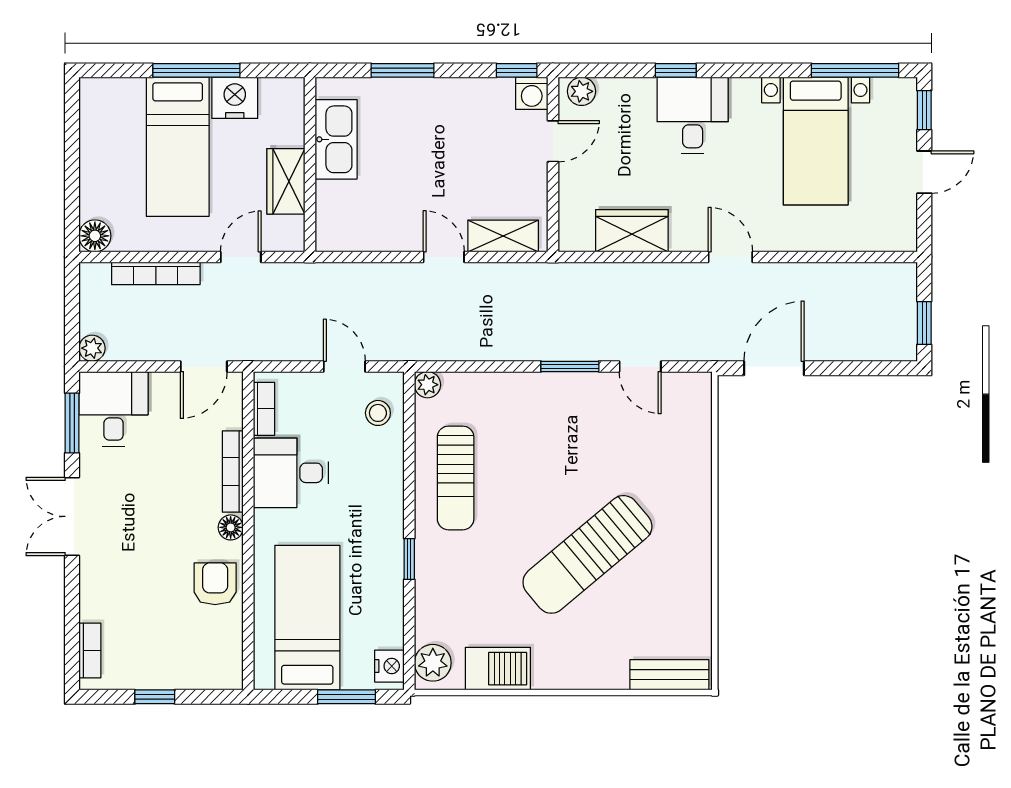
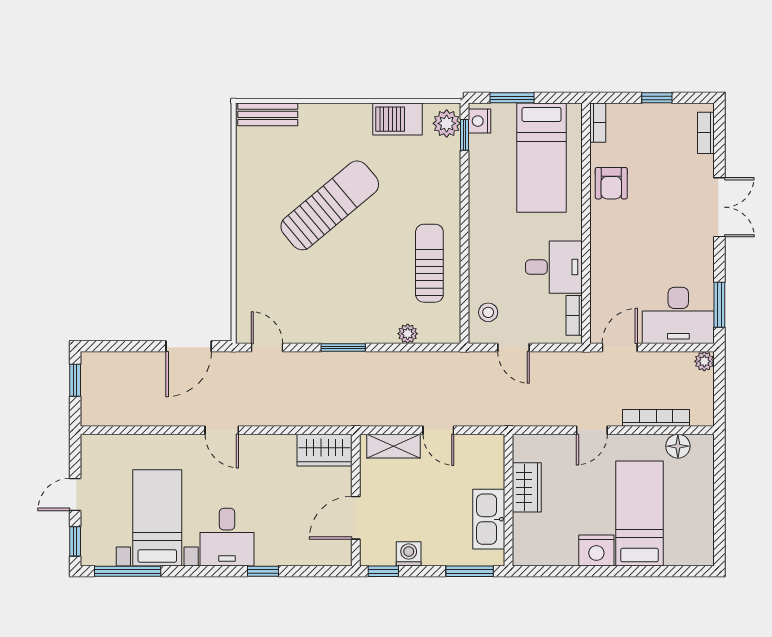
window: (196, 70) -> (625, 571), removed
plant: (582, 91) -> (334, 555), removed
washing machine: (532, 93) -> (409, 554), moved
desk: (693, 116) -> (227, 537), moved
kitchen sink: (336, 139) -> (489, 519), moved
door: (553, 141) -> (356, 518), width x1.38
wall: (310, 165) -> (508, 500), moved
wardrobe: (286, 181) -> (527, 487), moved
wardrobe: (632, 231) -> (324, 450), moved
floor lamp: (95, 236) -> (678, 446), moved
door: (640, 366) -> (267, 347), moved
plant: (427, 385) -> (408, 334), moved
desk: (114, 409) -> (678, 315), width x1.37
bookcase: (233, 471) -> (598, 123), moved, width x0.64
double door: (72, 516) -> (719, 207), moved
floor lamp: (231, 527) -> (599, 226), removed
window: (409, 559) -> (464, 135), moved

